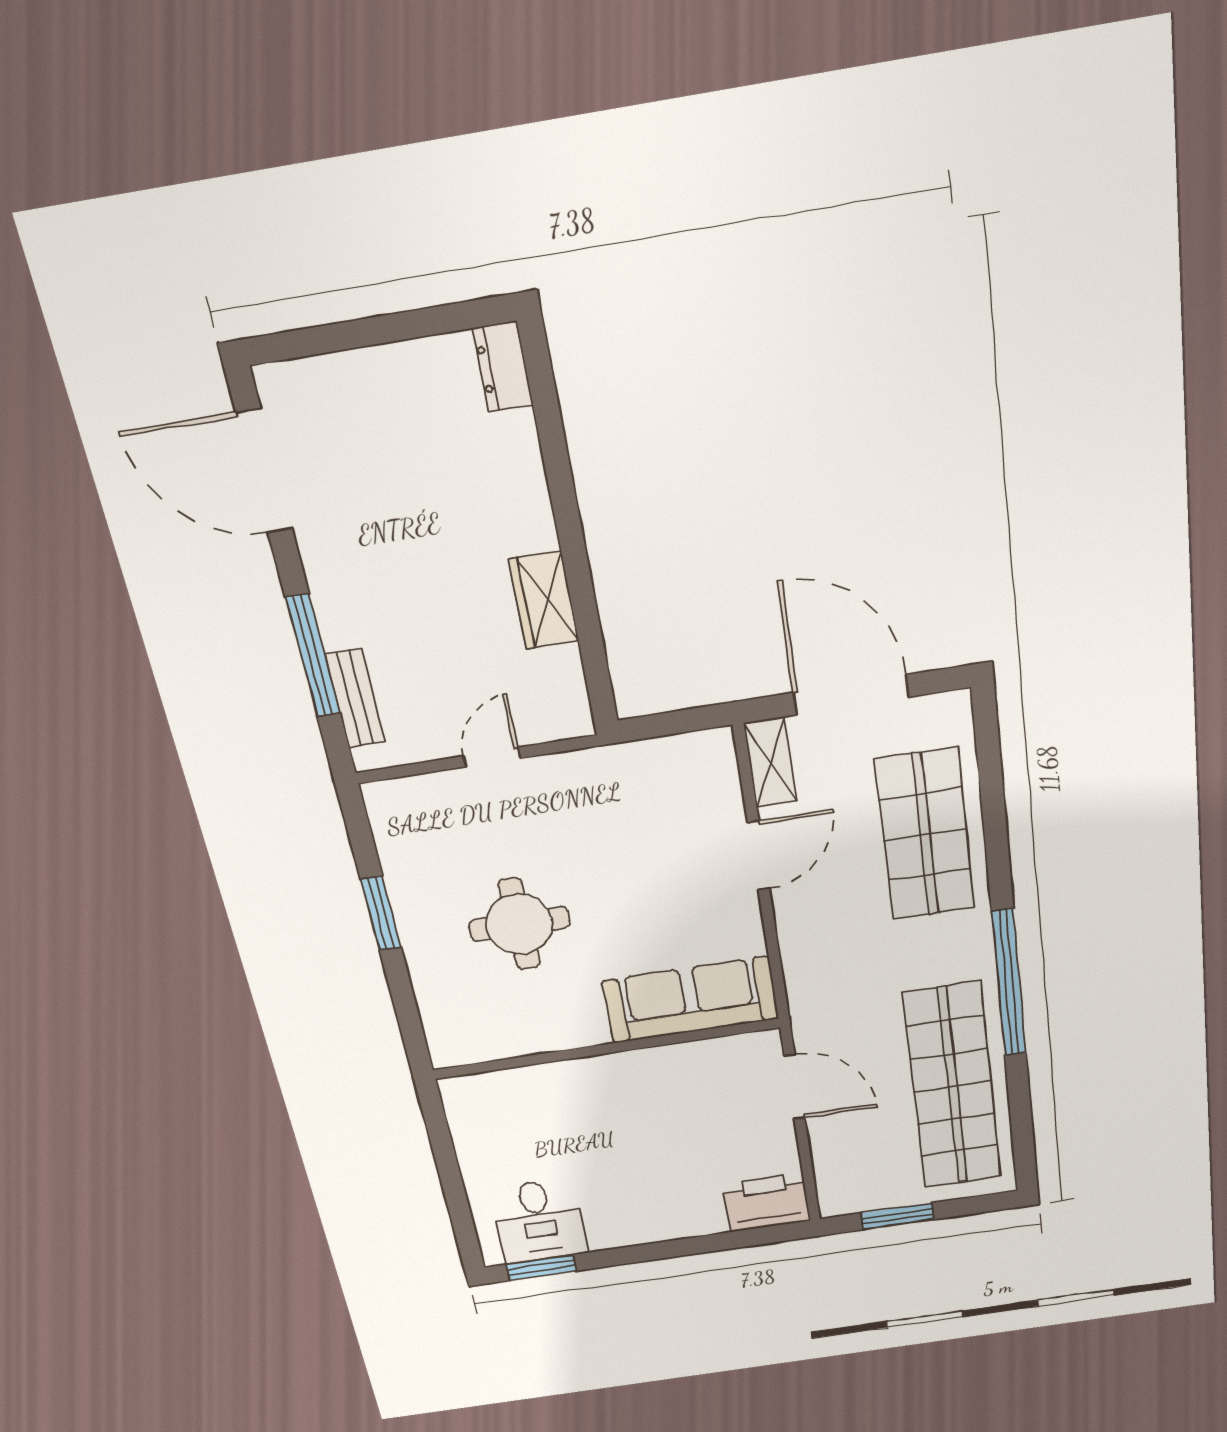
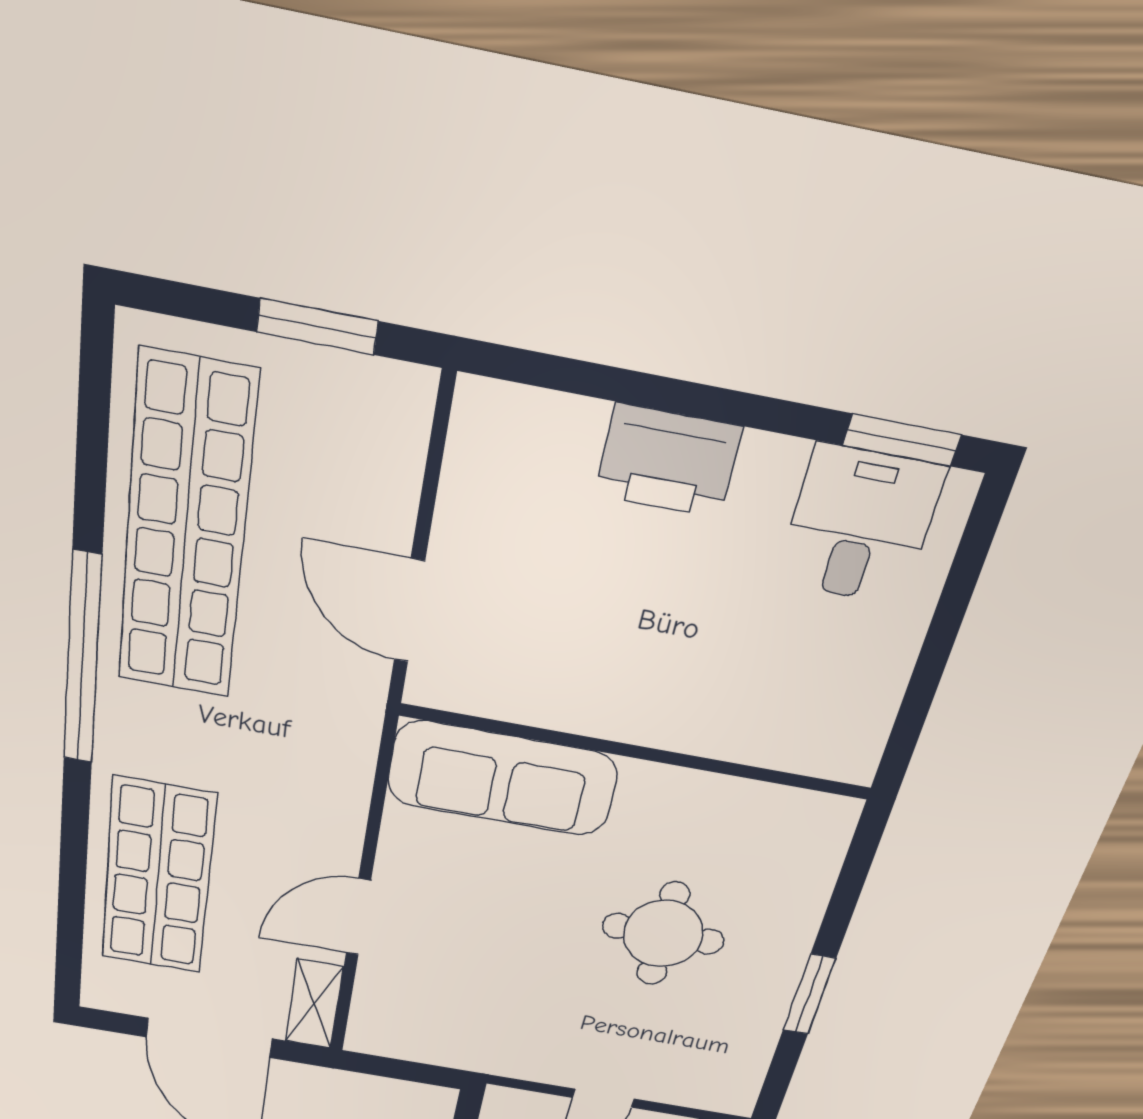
printer: (767, 1202) -> (668, 461), moved

